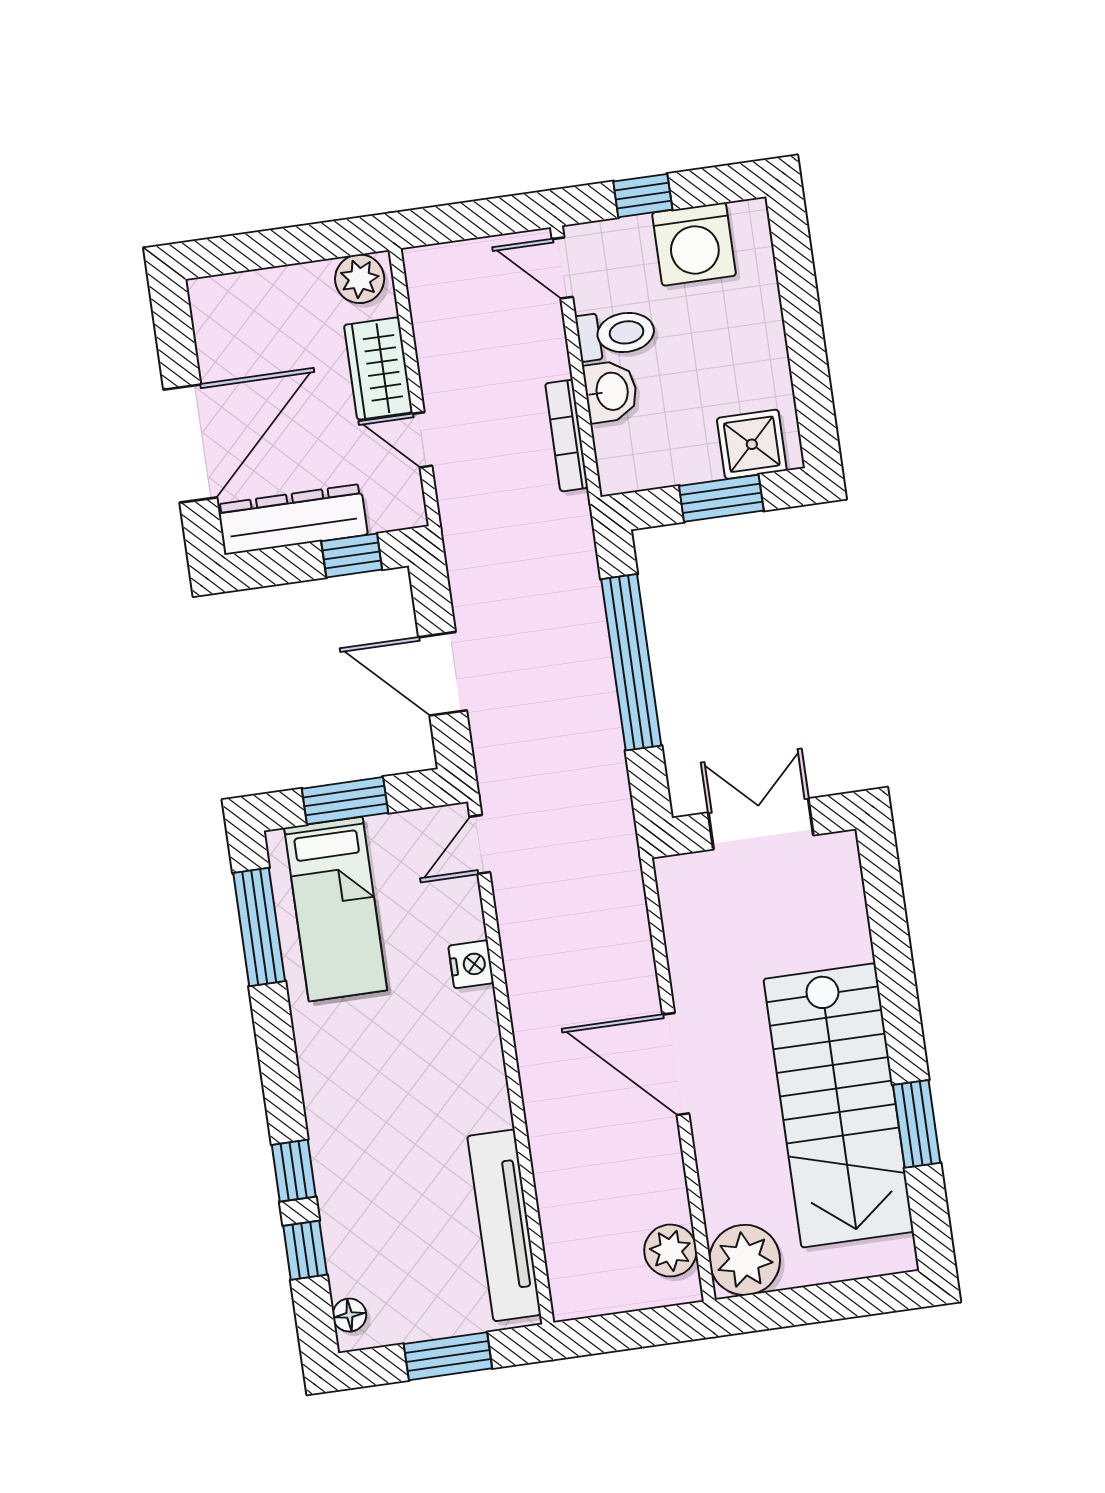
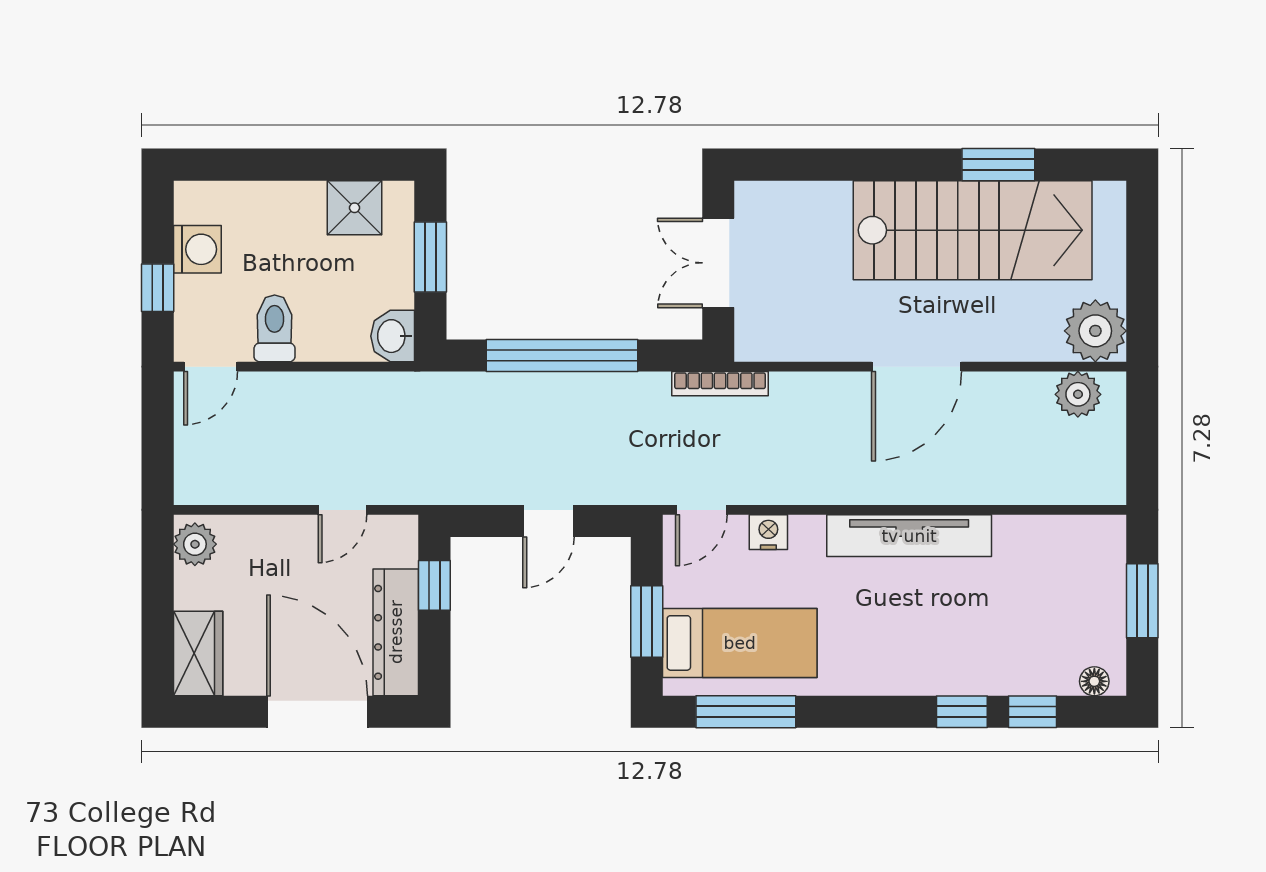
washing machine: (694, 244) -> (197, 249), width x0.73, depth x0.73
wardrobe: (378, 369) -> (198, 654), moved, turned -90
washbasin: (611, 391) -> (393, 336), moved, turned -90
bookcase: (567, 436) -> (720, 384), moved
shower: (752, 444) -> (354, 208), moved
door: (443, 674) -> (549, 521), width x0.73
door: (480, 844) -> (701, 510), hinge flipped
nightstand: (471, 964) -> (768, 532), moved
tv unit: (504, 1225) -> (909, 536), moved

